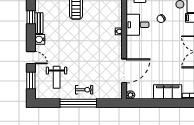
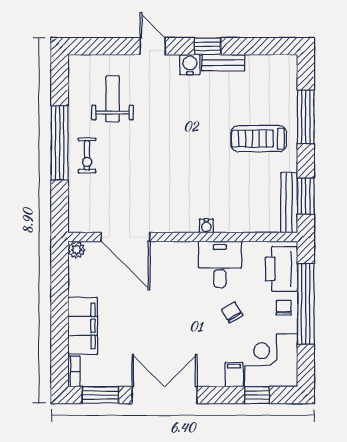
window: (31, 17) -> (208, 46), moved
door: (31, 58) -> (153, 46), swing flipped
weight bench: (57, 77) -> (113, 99), turned 90
window: (31, 80) -> (106, 46), removed

